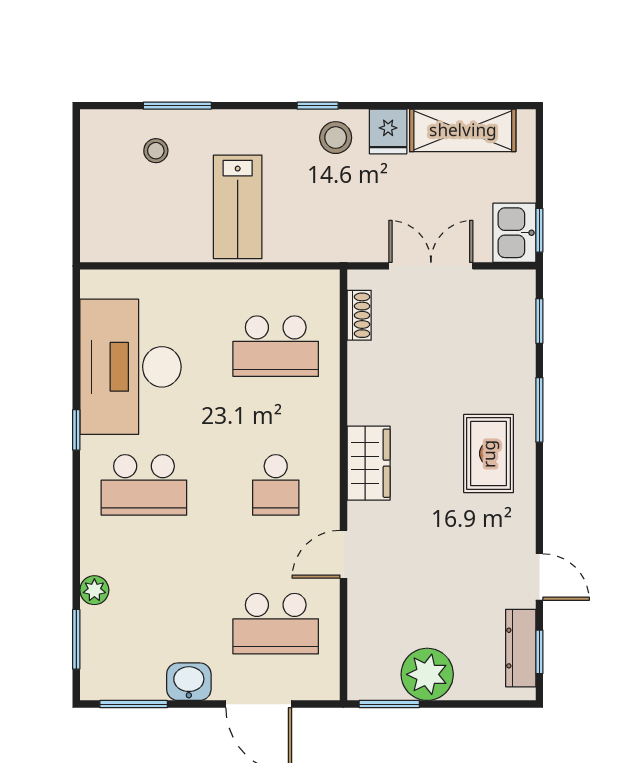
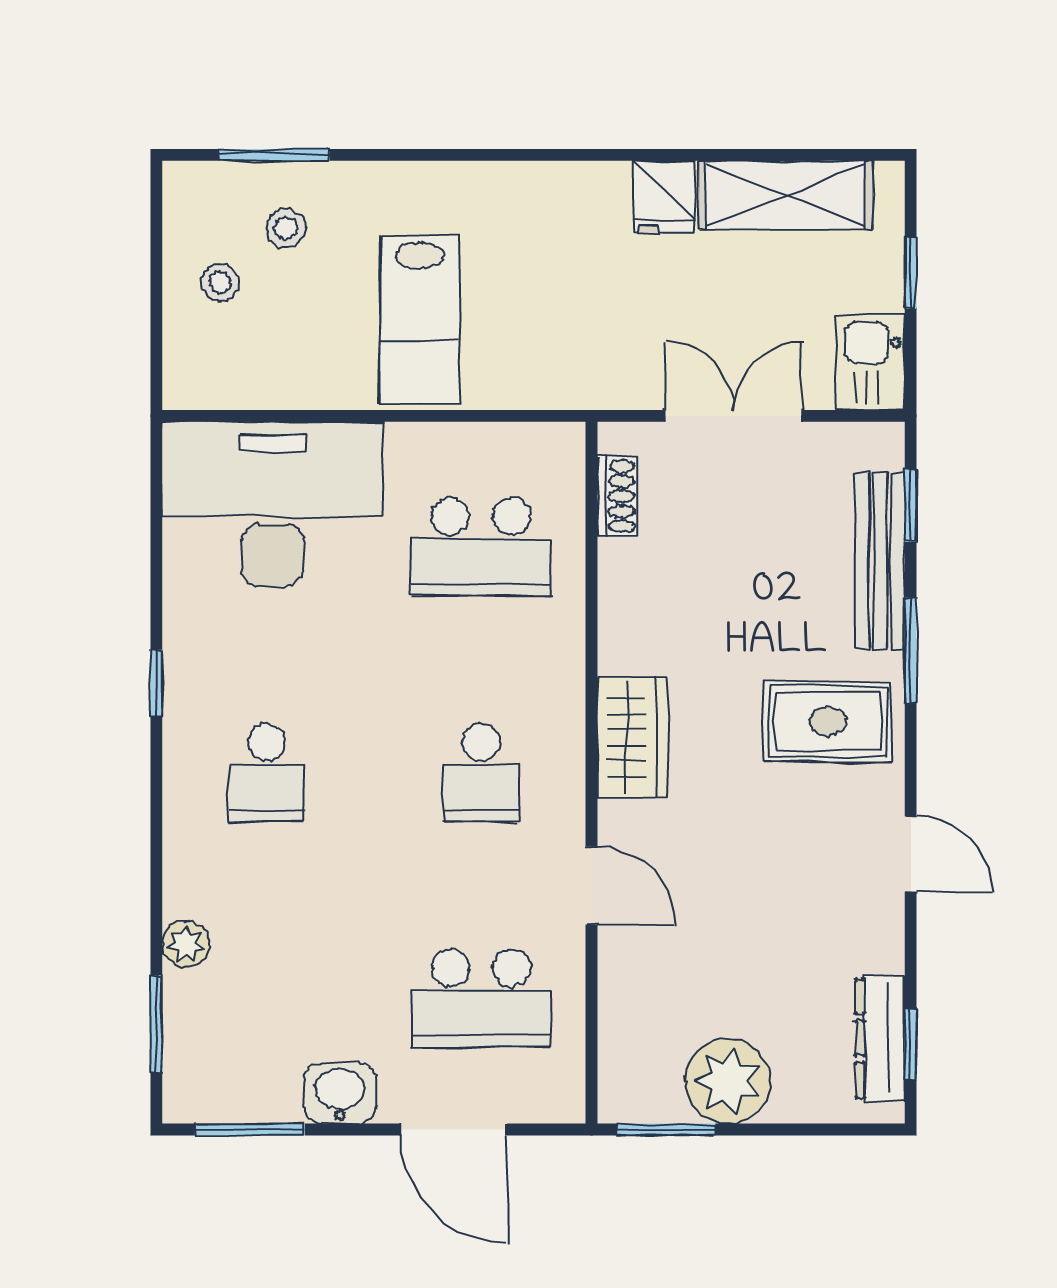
window: (177, 106) -> (274, 155), moved
window: (318, 106) -> (550, 155), removed
stool: (336, 138) -> (220, 283), moved, width x0.73, depth x0.73
window: (539, 230) -> (911, 273), moved
bench: (521, 355) -> (880, 561), added
desk: (130, 367) -> (272, 504), moved, turned 90
rug: (489, 454) -> (828, 721), turned 90
school desk: (144, 485) -> (267, 773), width x0.54
door: (343, 554) -> (592, 886), swing flipped
door: (539, 577) -> (911, 854), moved

